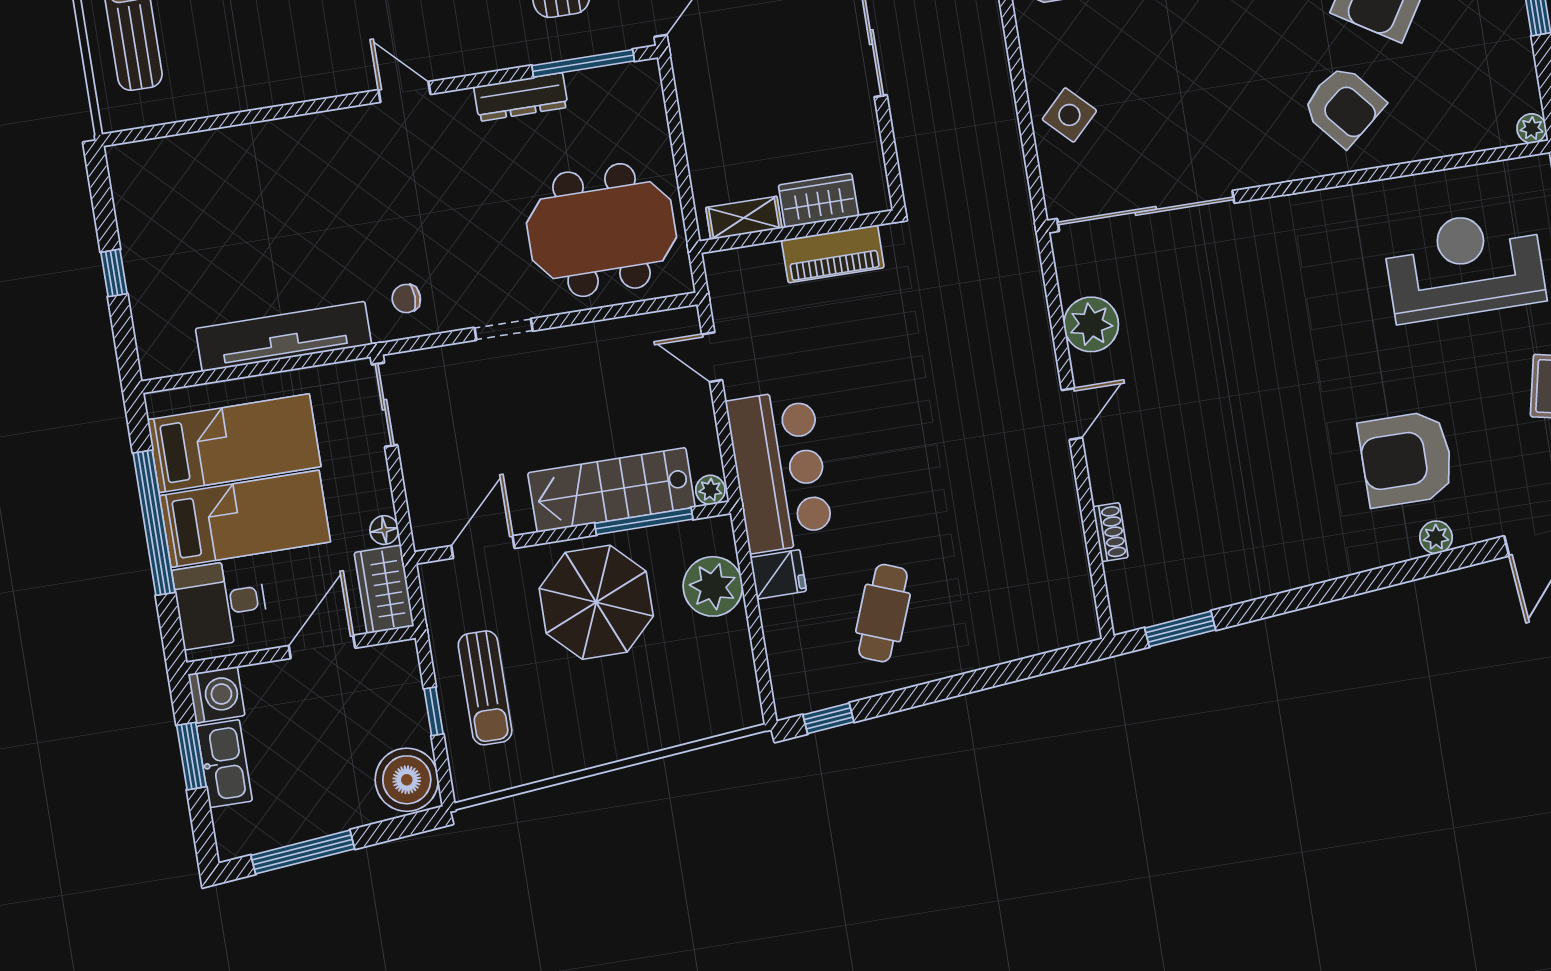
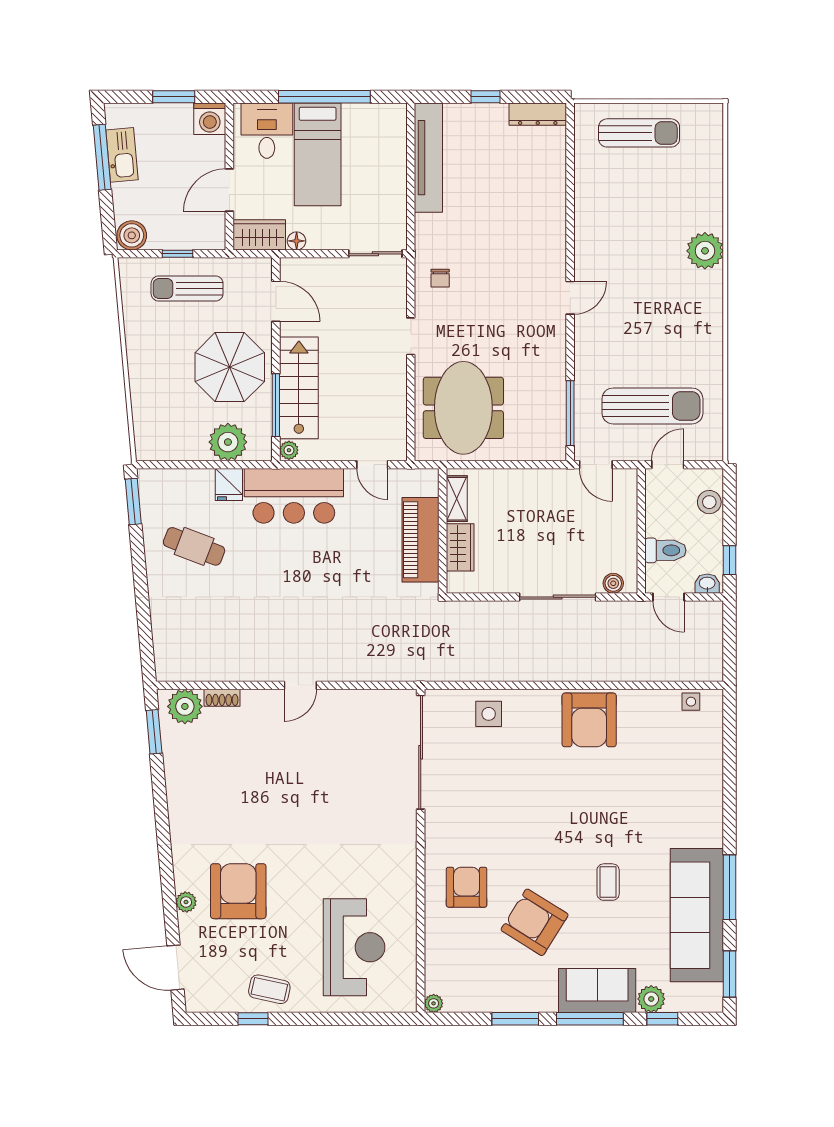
dresser: (521, 97) -> (538, 114), moved, turned -90
armchair: (1343, 106) -> (467, 887), turned 130
side table: (1069, 115) -> (489, 714), turned 45
piano: (833, 254) -> (421, 540), width x1.37, depth x1.33
chair: (406, 298) -> (440, 278), turned 180
plant: (1091, 324) -> (185, 706), moved
tv unit: (284, 337) -> (428, 158), moved
door: (712, 357) -> (372, 465), swing flipped
door: (1072, 414) -> (300, 685), hinge flipped
bed: (234, 443) -> (366, 155), removed
door: (322, 647) -> (229, 190), swing flipped
window: (828, 718) -> (133, 501), width x1.50
kitchen sink: (224, 764) -> (122, 155), moved, turned -95
boiler: (407, 780) -> (132, 235), width x0.73, depth x0.73

